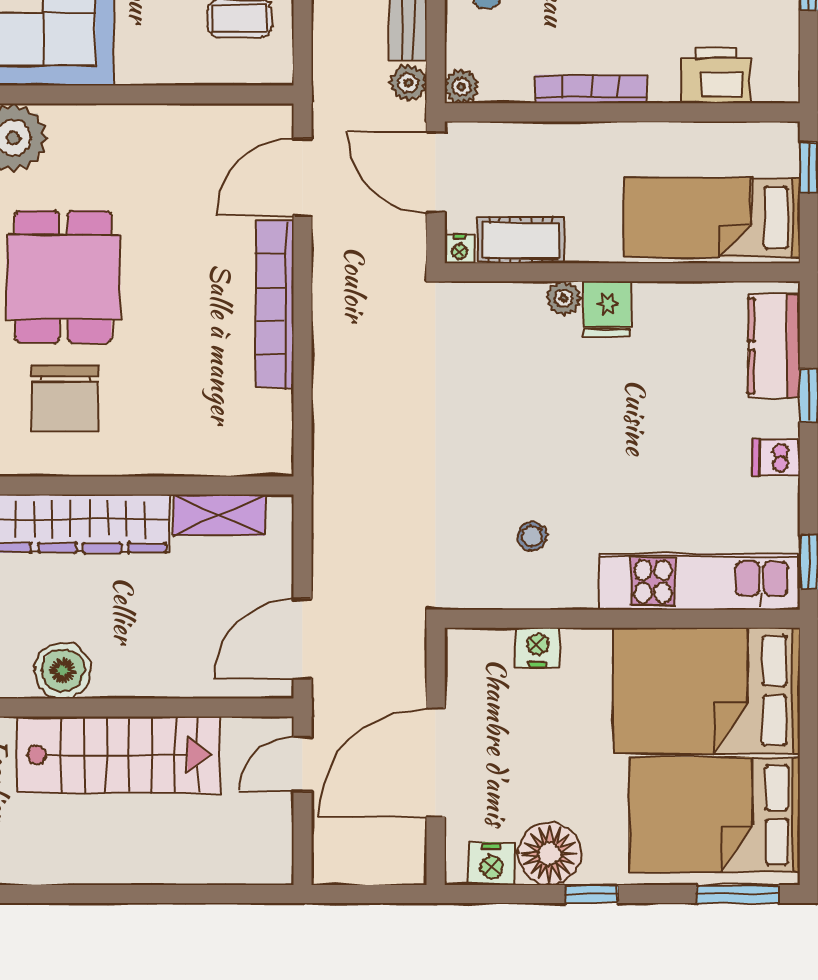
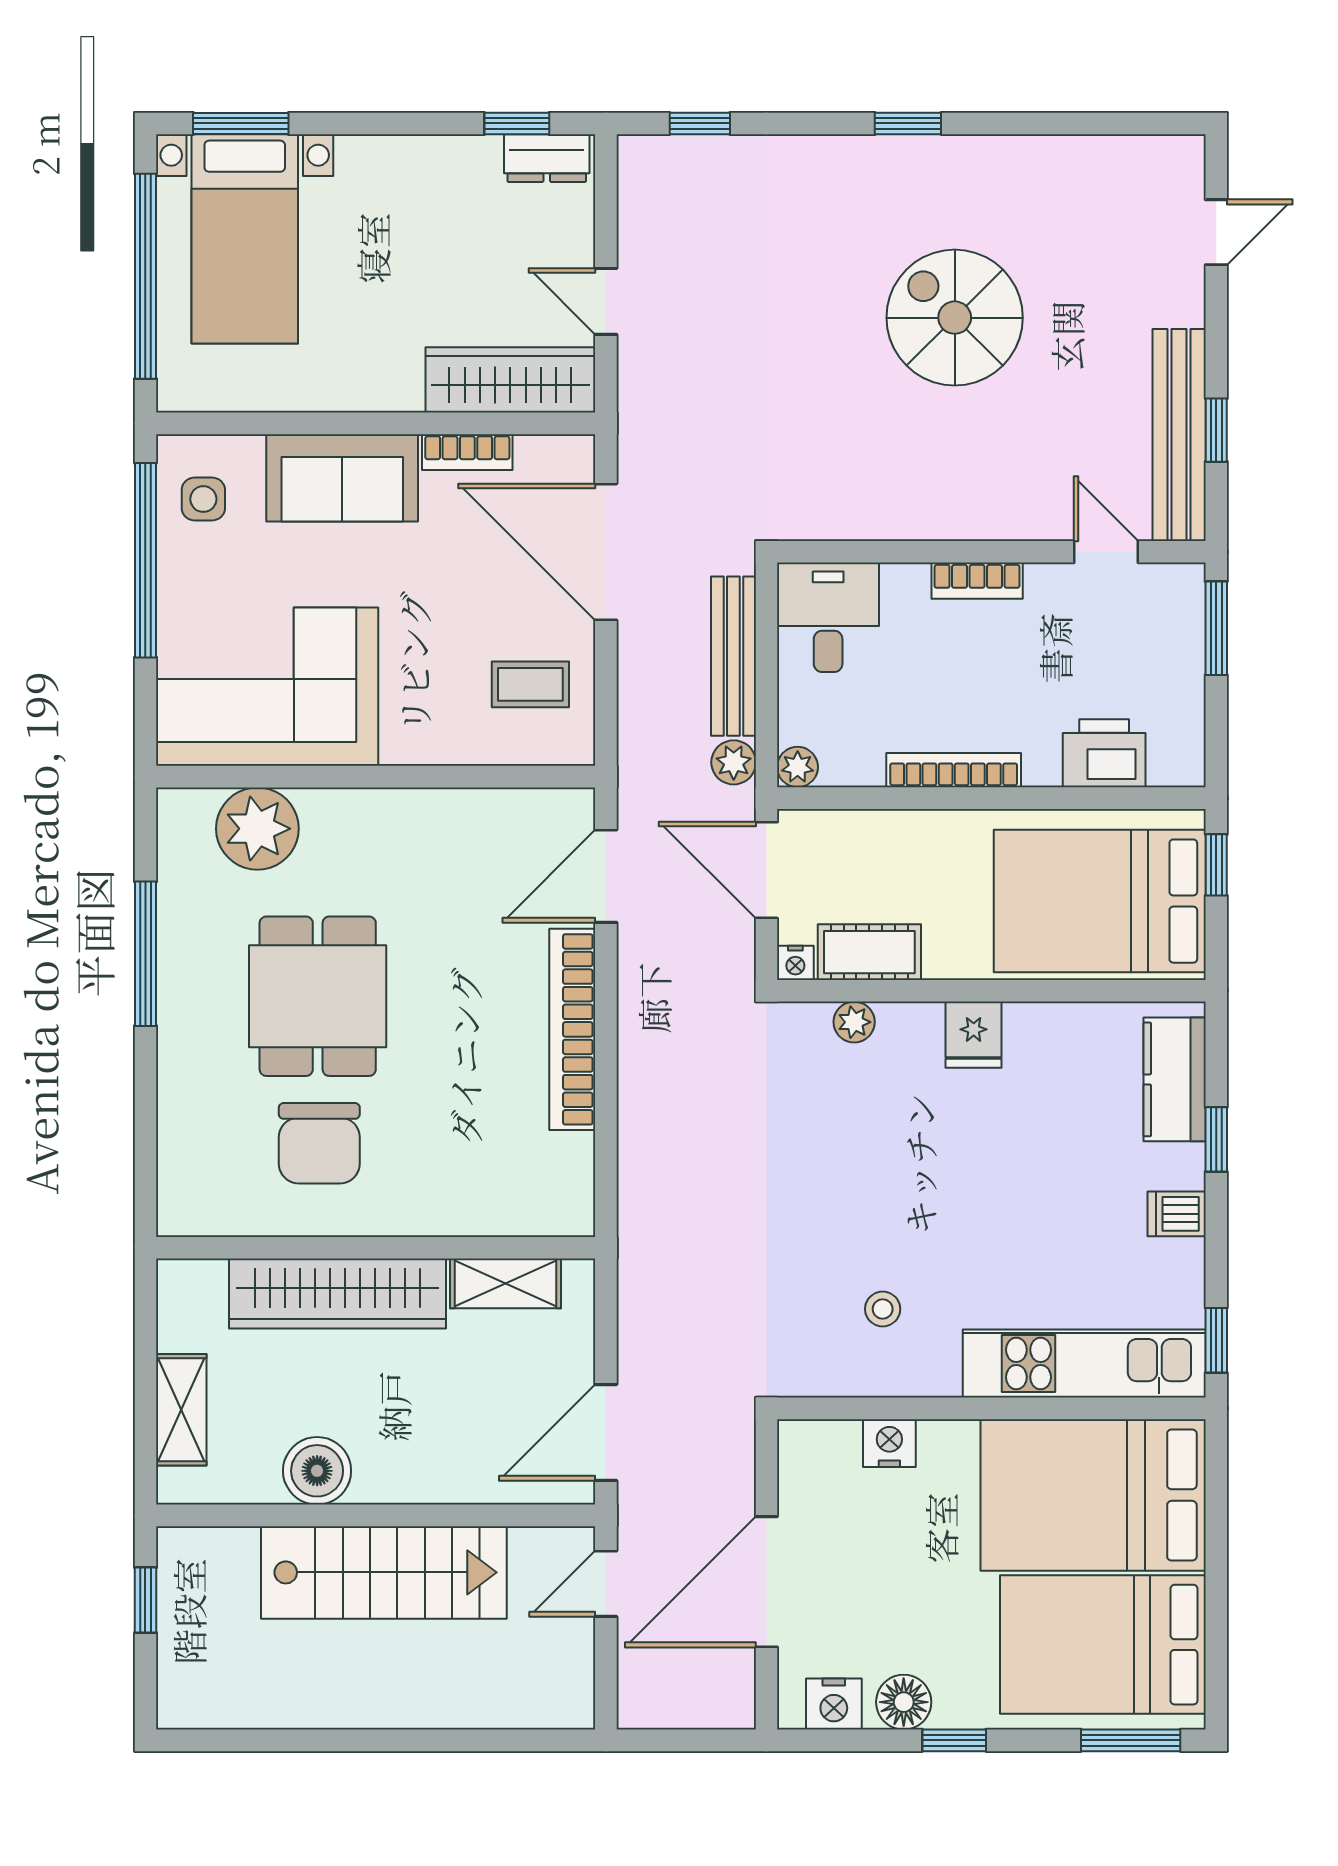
bed: (712, 218) -> (1100, 901), width x1.50
plant: (564, 298) -> (854, 1022), moved
floor lamp: (549, 854) -> (904, 1702), width x0.73, depth x0.73

